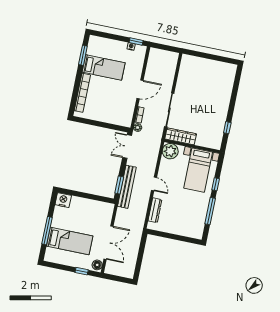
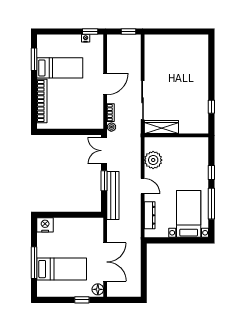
window: (169, 48) -> (128, 32), added
plant: (170, 151) -> (153, 160), moved
bed with nightstands: (198, 170) -> (189, 214), moved, turned 180
window: (119, 185) -> (104, 181), moved

